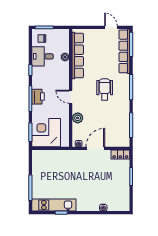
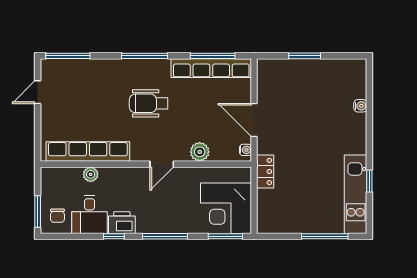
row of seats: (124, 51) -> (211, 68), moved
printer: (38, 97) -> (122, 223), moved
locker: (120, 154) -> (265, 172), moved

